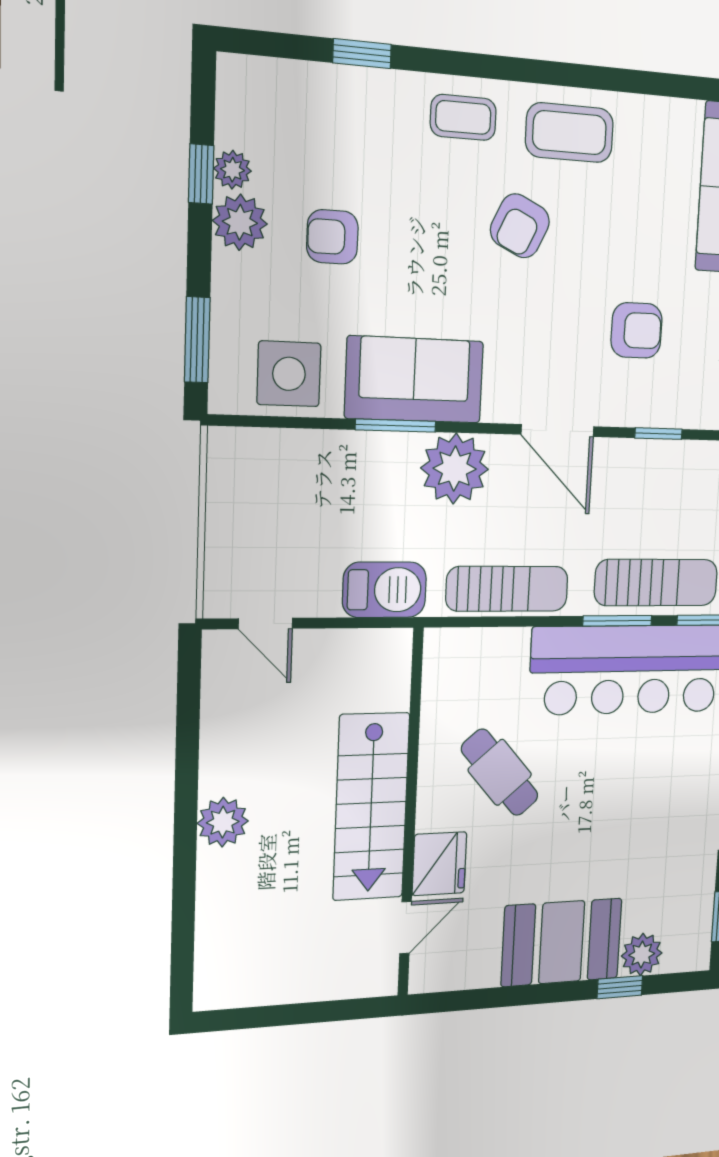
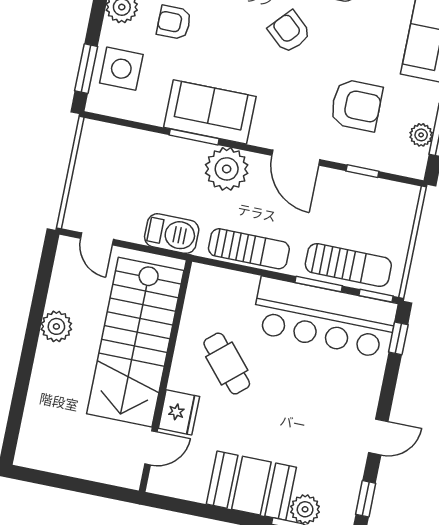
armchair: (520, 226) -> (289, 32), turned 107
armchair: (637, 330) -> (356, 105), width x1.38, depth x1.38
side table: (289, 374) -> (121, 69), moved
stairs: (371, 807) -> (135, 342), width x1.36, depth x1.51
plant: (223, 822) -> (56, 326), moved

